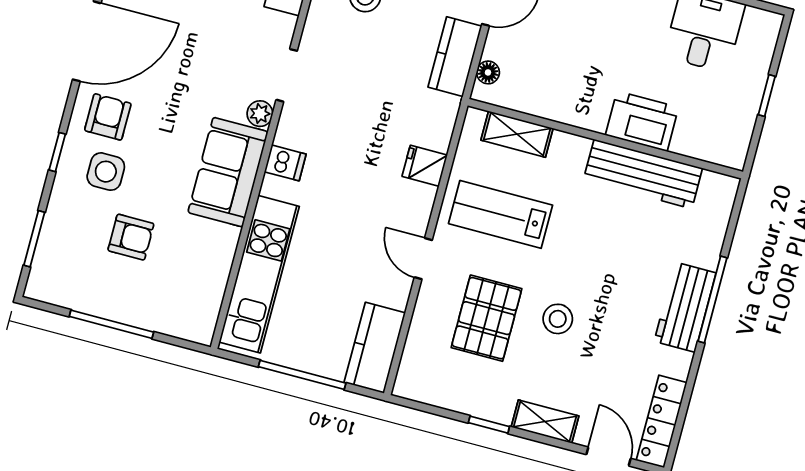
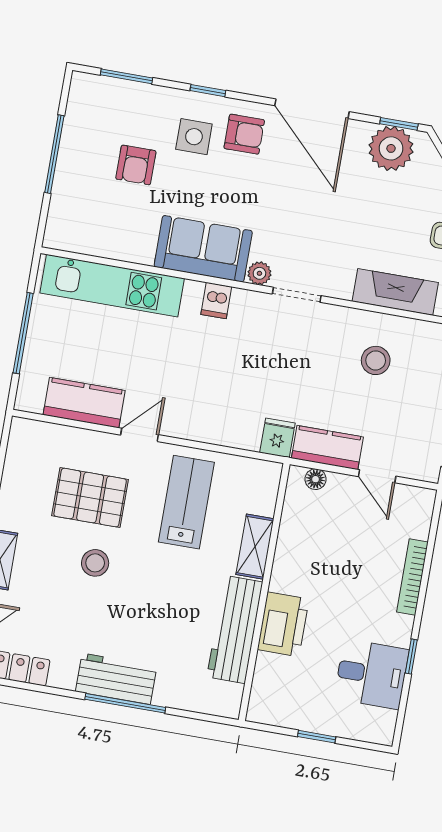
shelving: (517, 134) -> (255, 547), moved
fridge: (425, 166) -> (277, 438), moved
kitchen counter: (375, 348) -> (84, 403), moved

